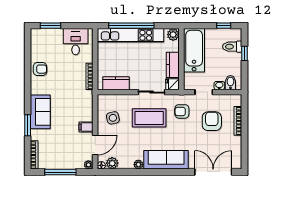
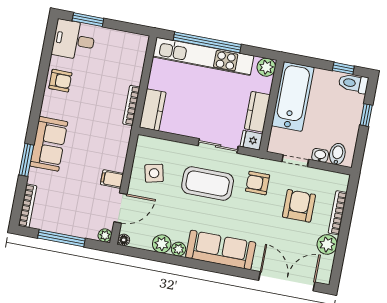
desk: (76, 42) -> (74, 40), moved, turned -90
toilet: (232, 47) -> (353, 83), moved
kitchen counter: (116, 83) -> (153, 110), moved, turned 90
plant: (235, 143) -> (327, 244), added
plant: (112, 163) -> (162, 244), moved

